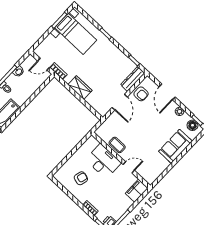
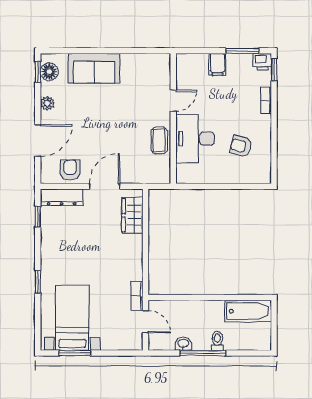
wardrobe: (80, 88) -> (132, 215), moved
door: (129, 167) -> (173, 101), swing flipped
filing cabinet: (137, 191) -> (217, 64), moved, width x0.50

